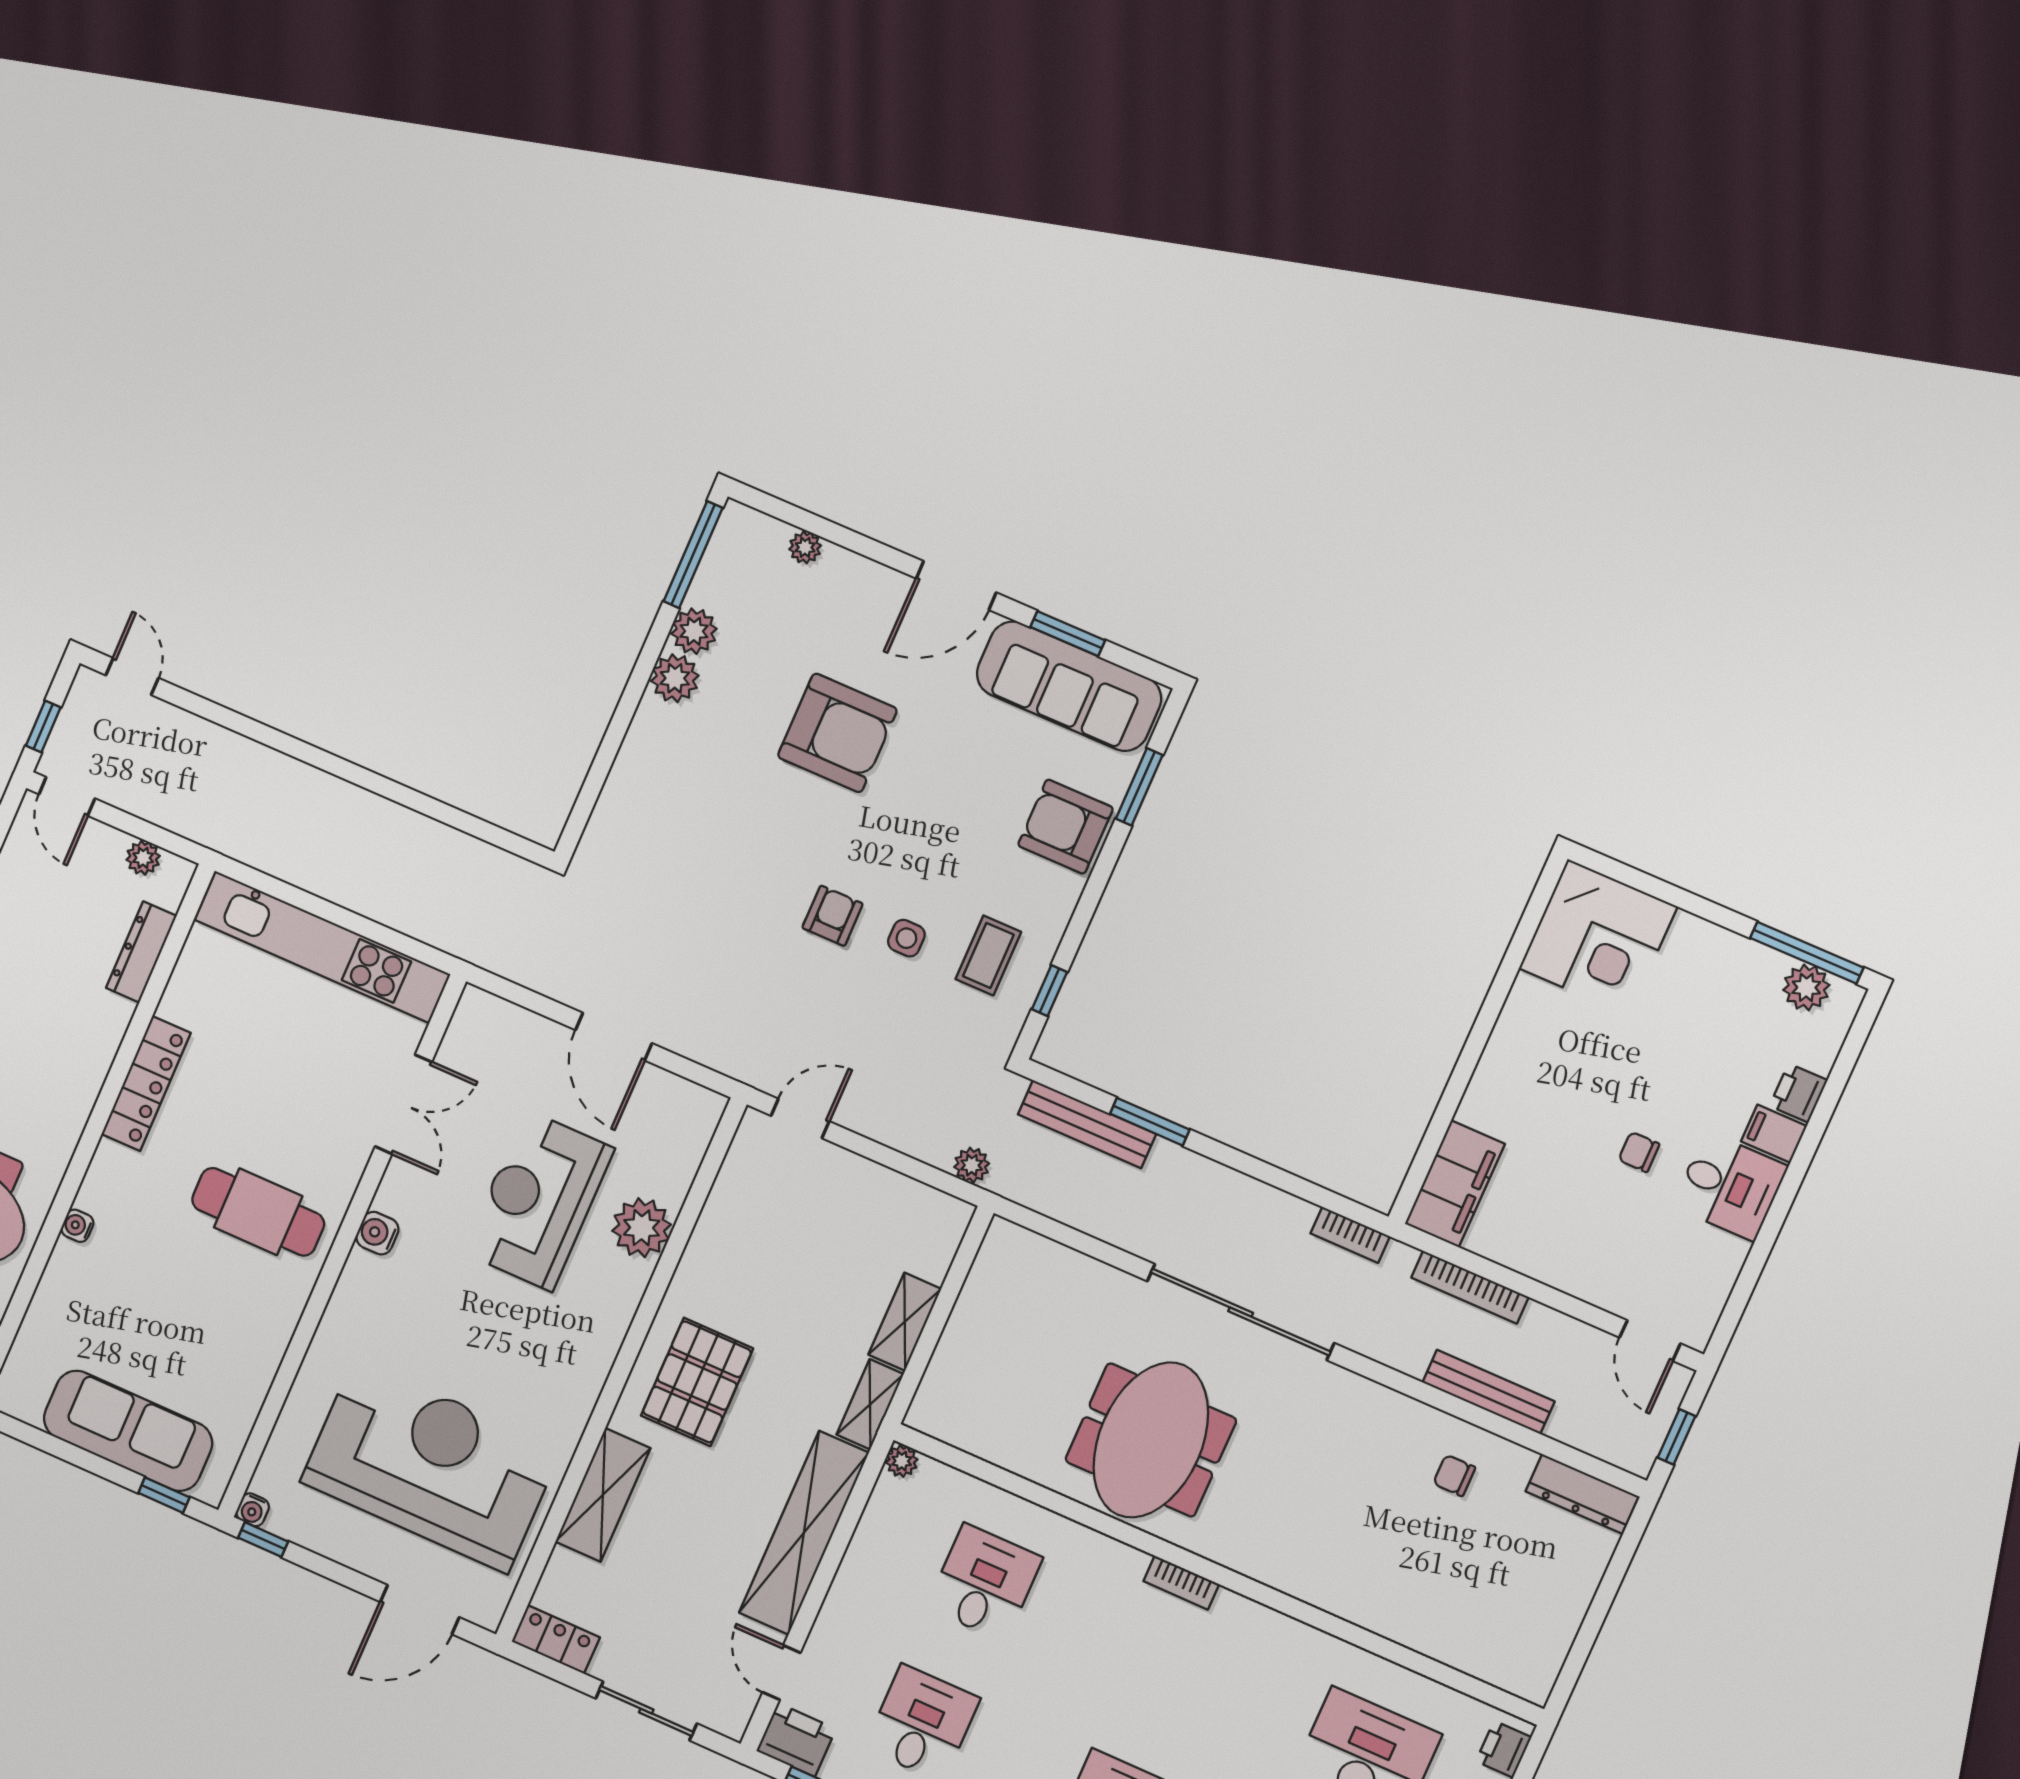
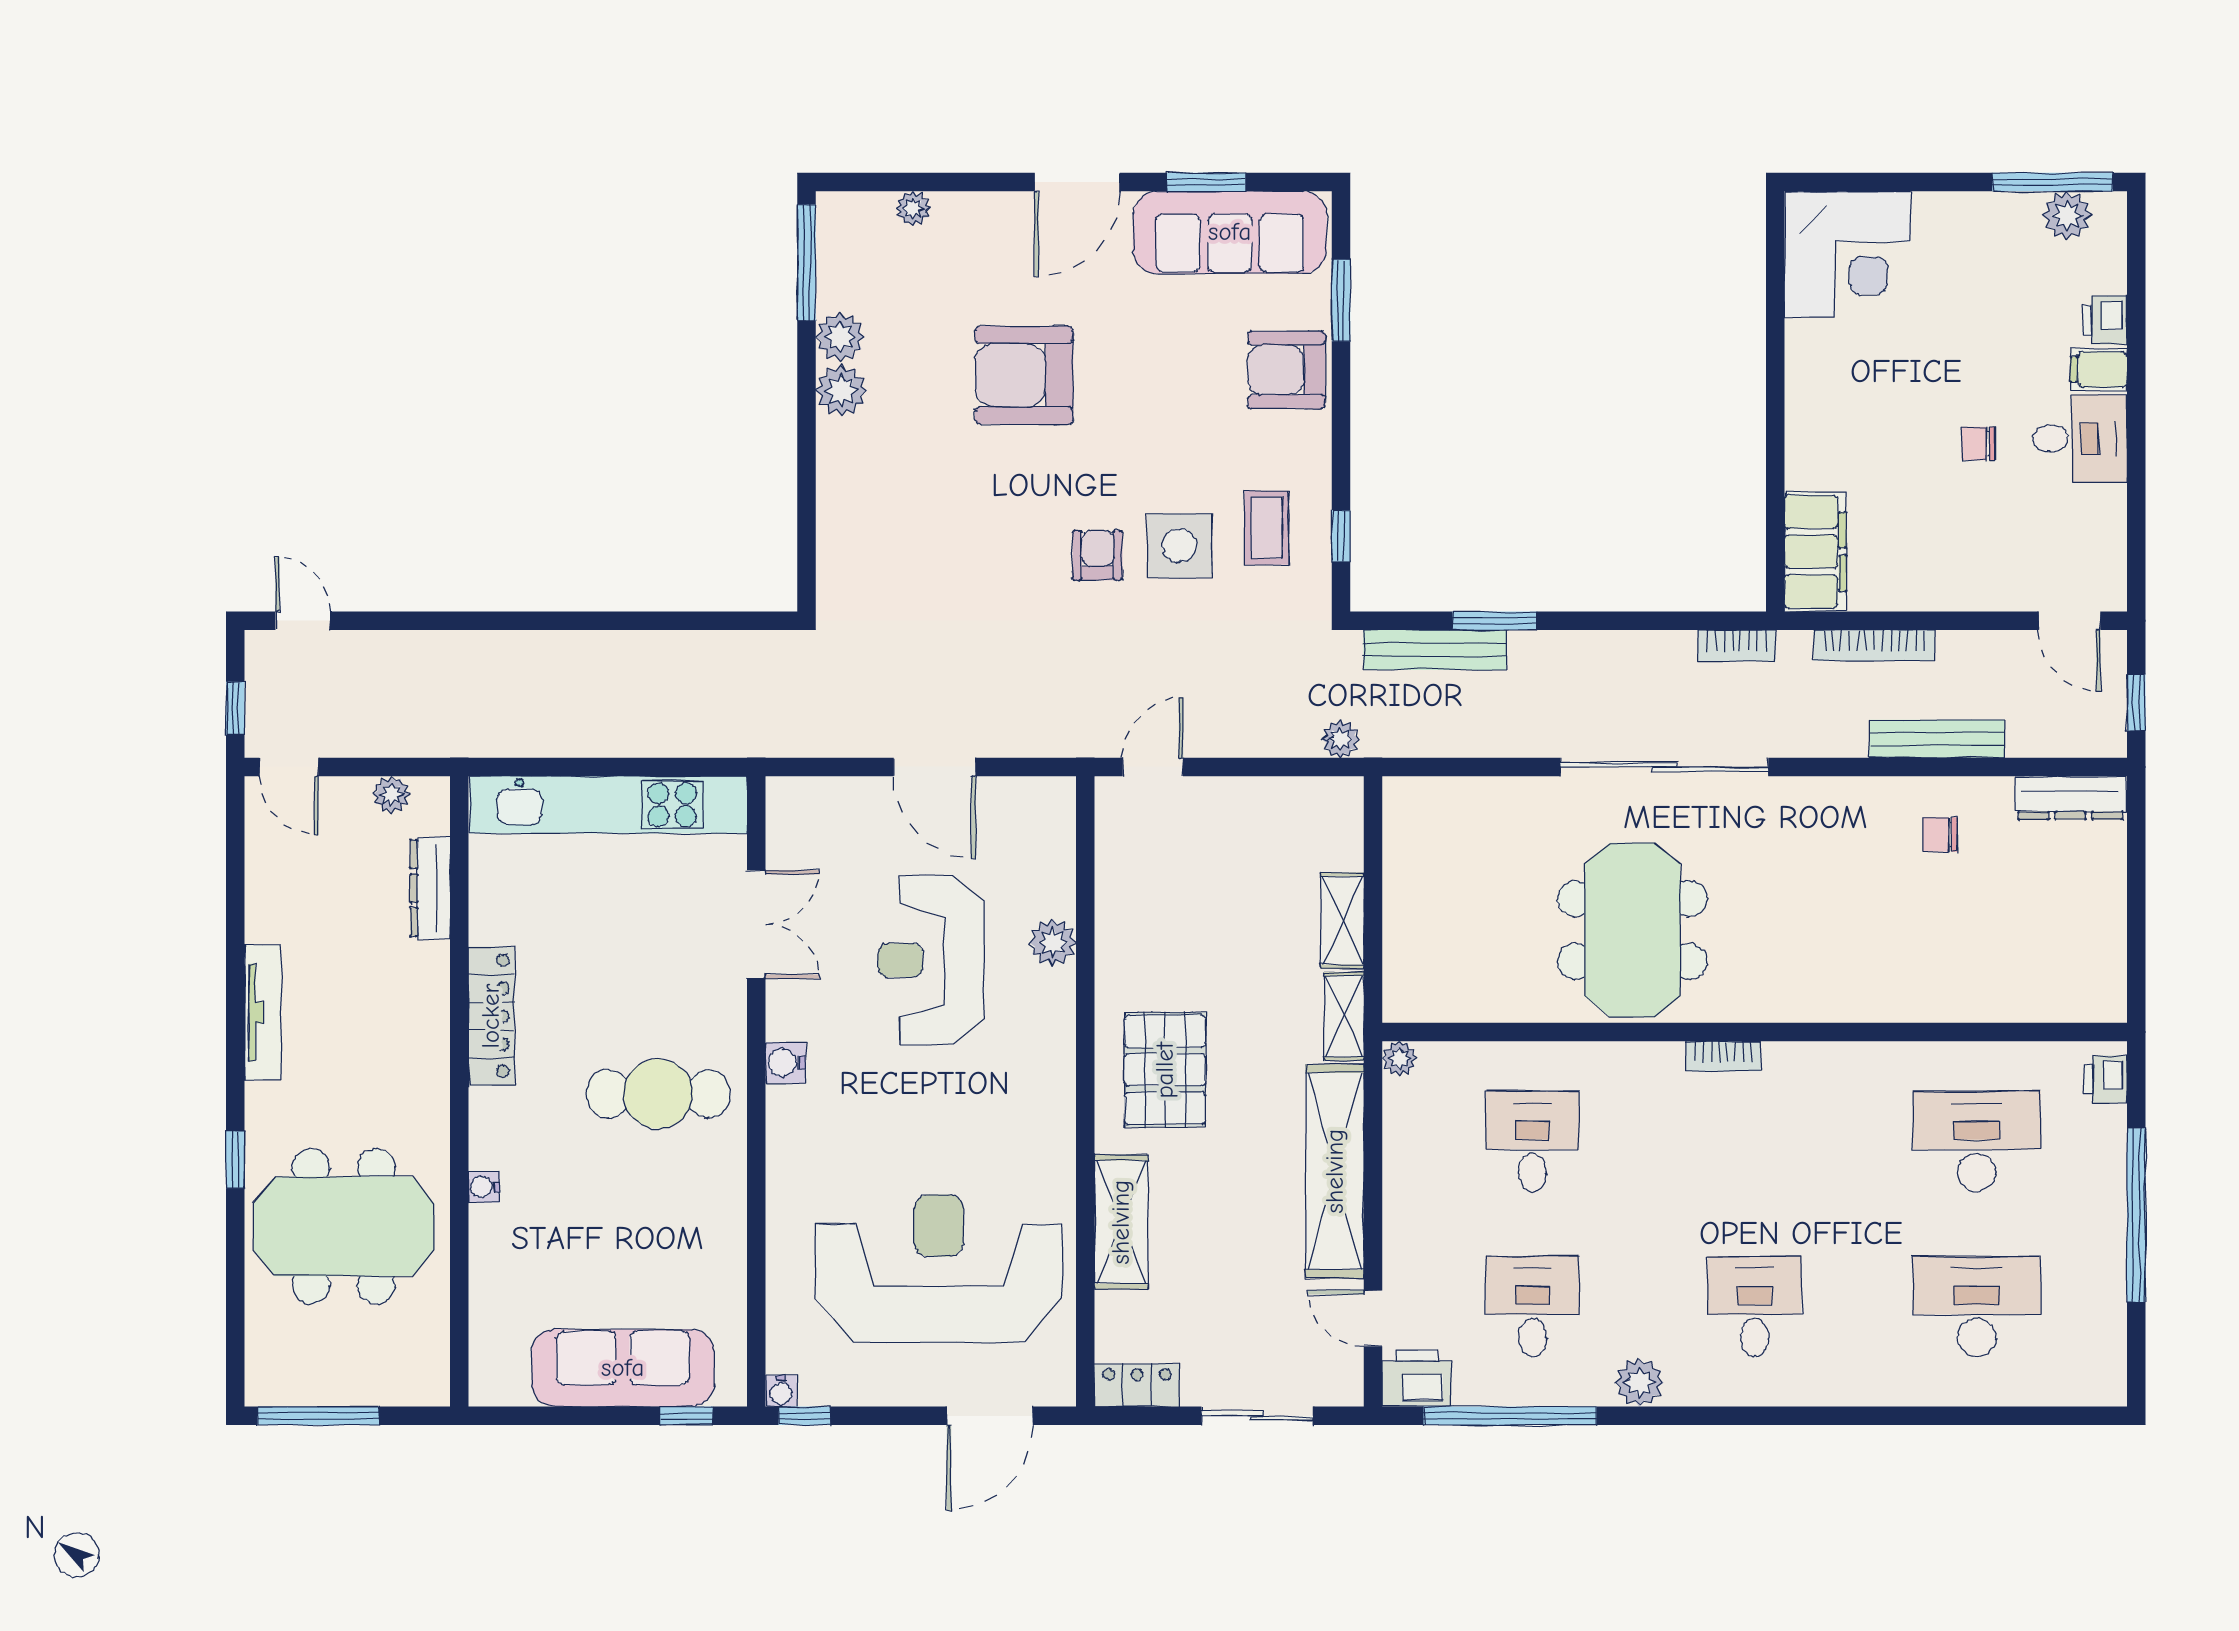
armchair: (837, 733) -> (1024, 375), turned 180
side table: (906, 938) -> (1179, 546), width x1.87, depth x1.87
plant: (642, 1228) -> (1053, 942), width x0.73, depth x0.73

